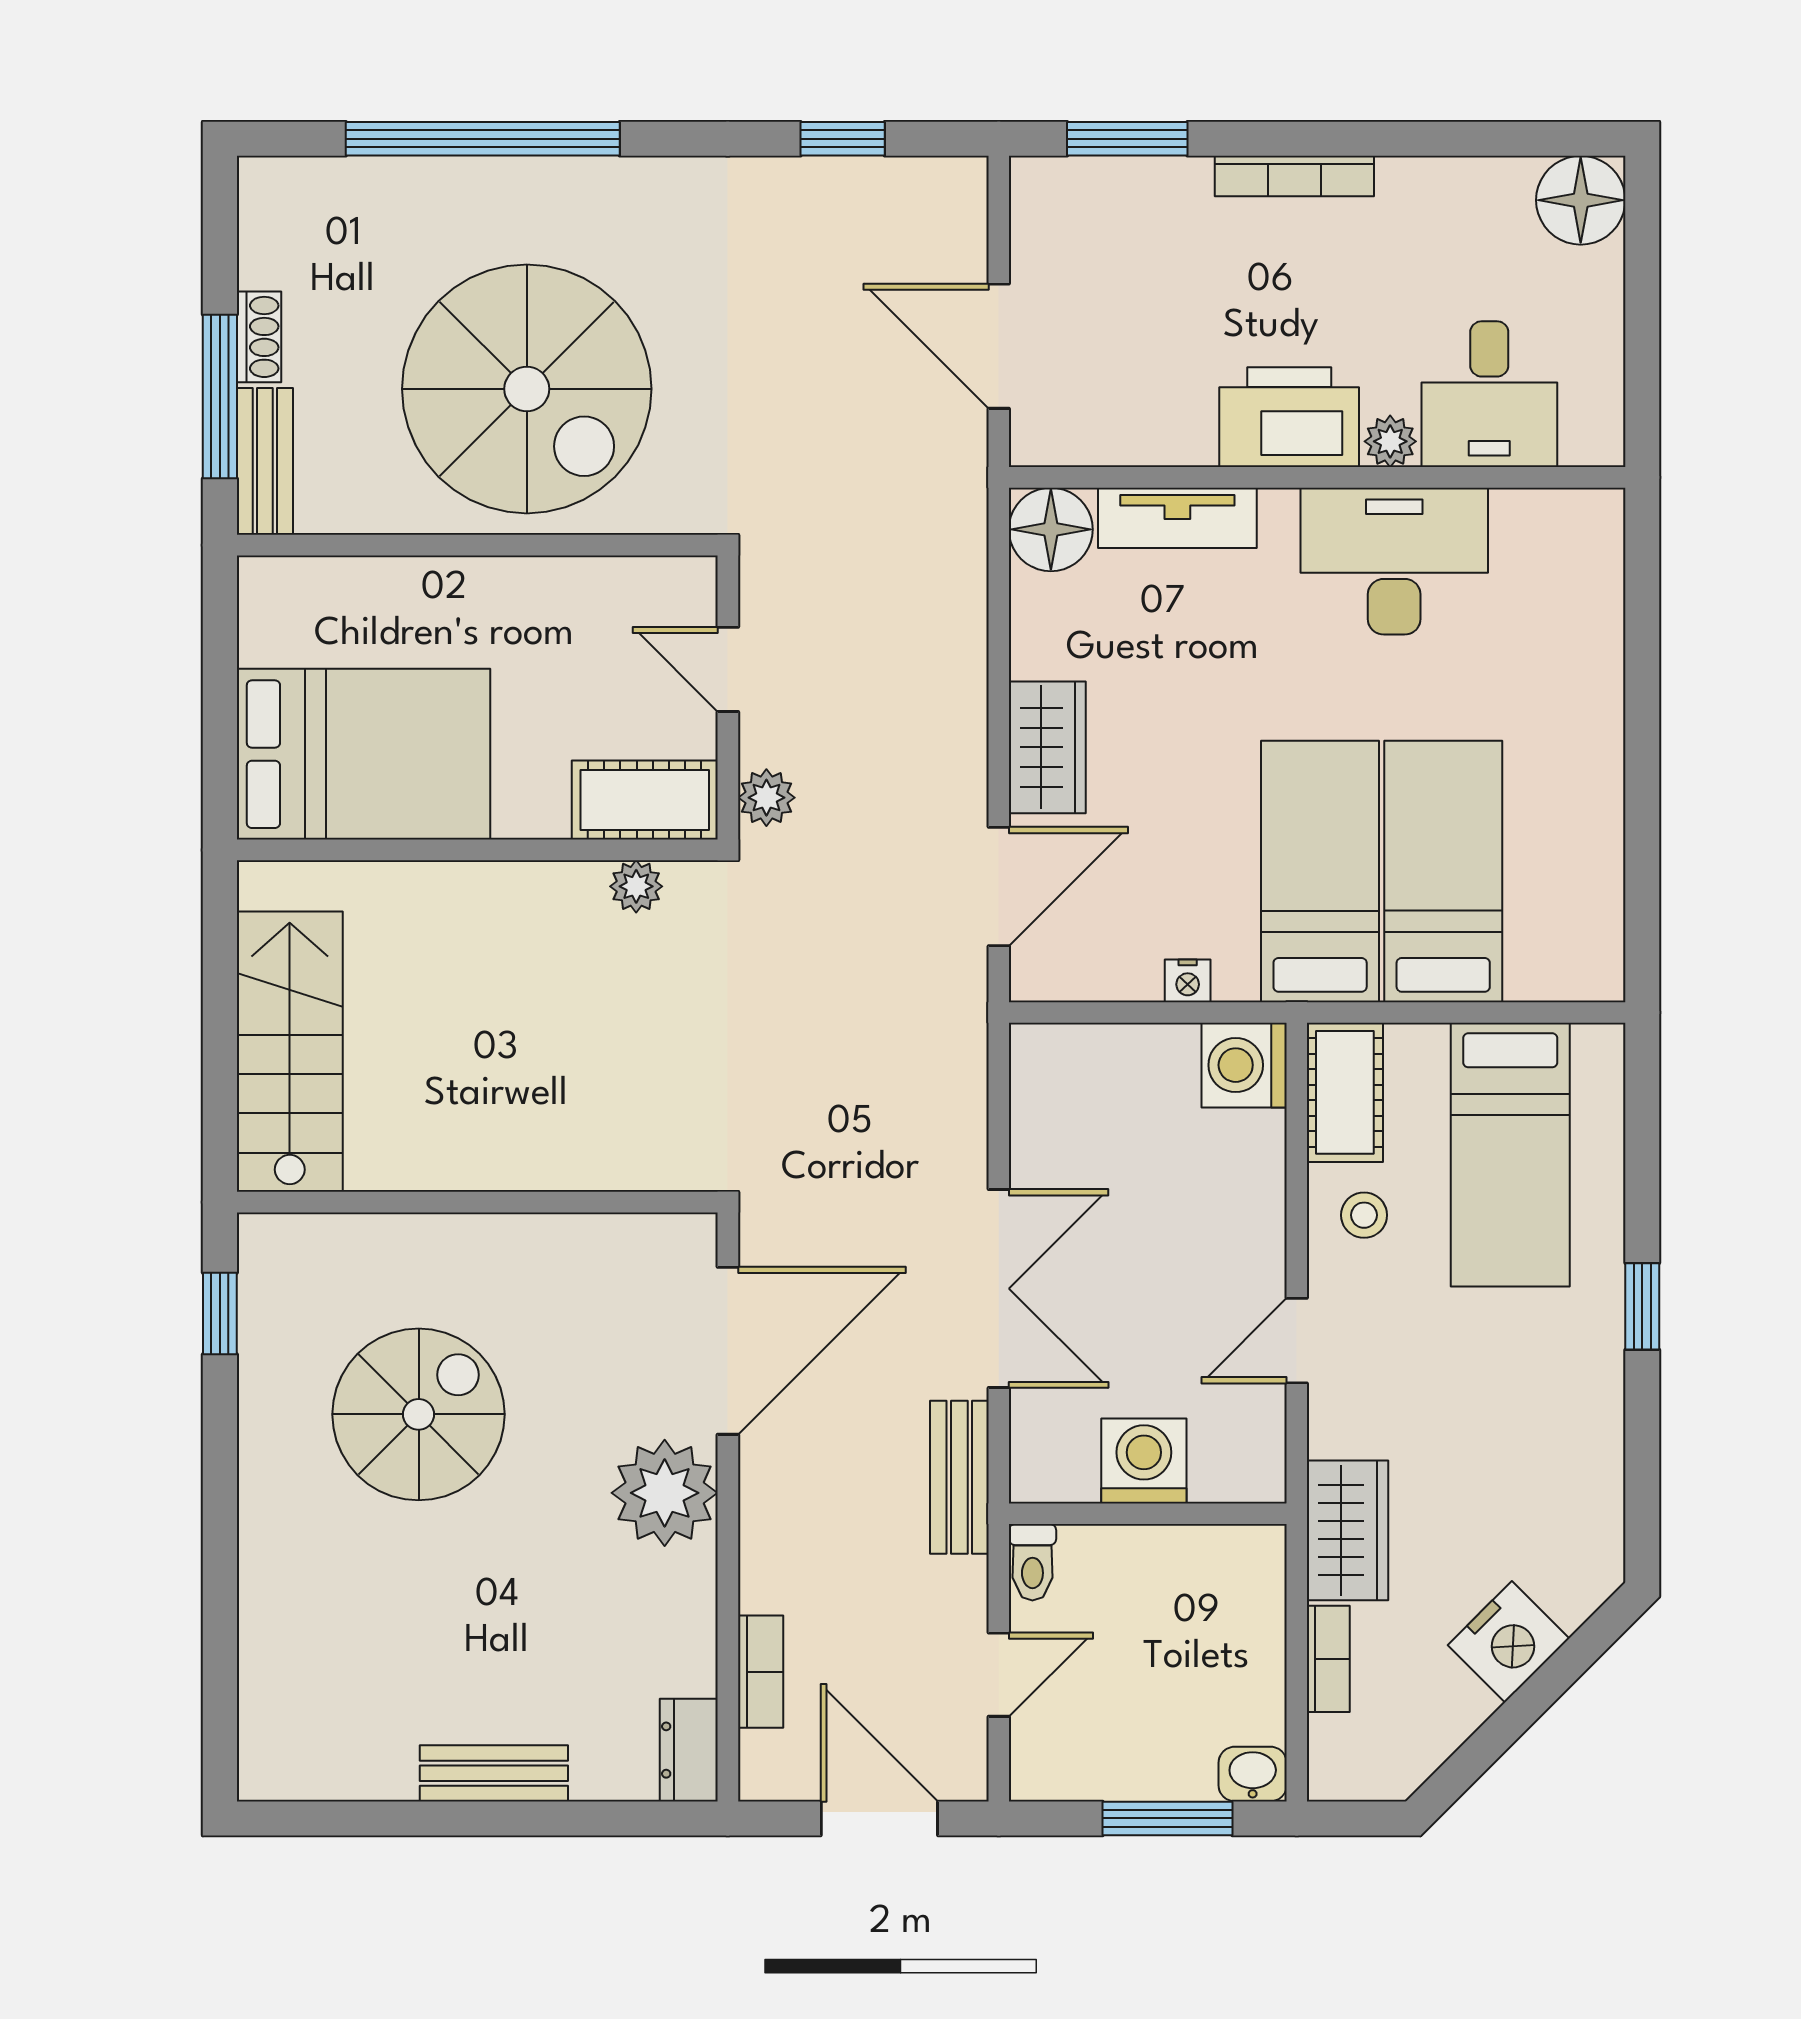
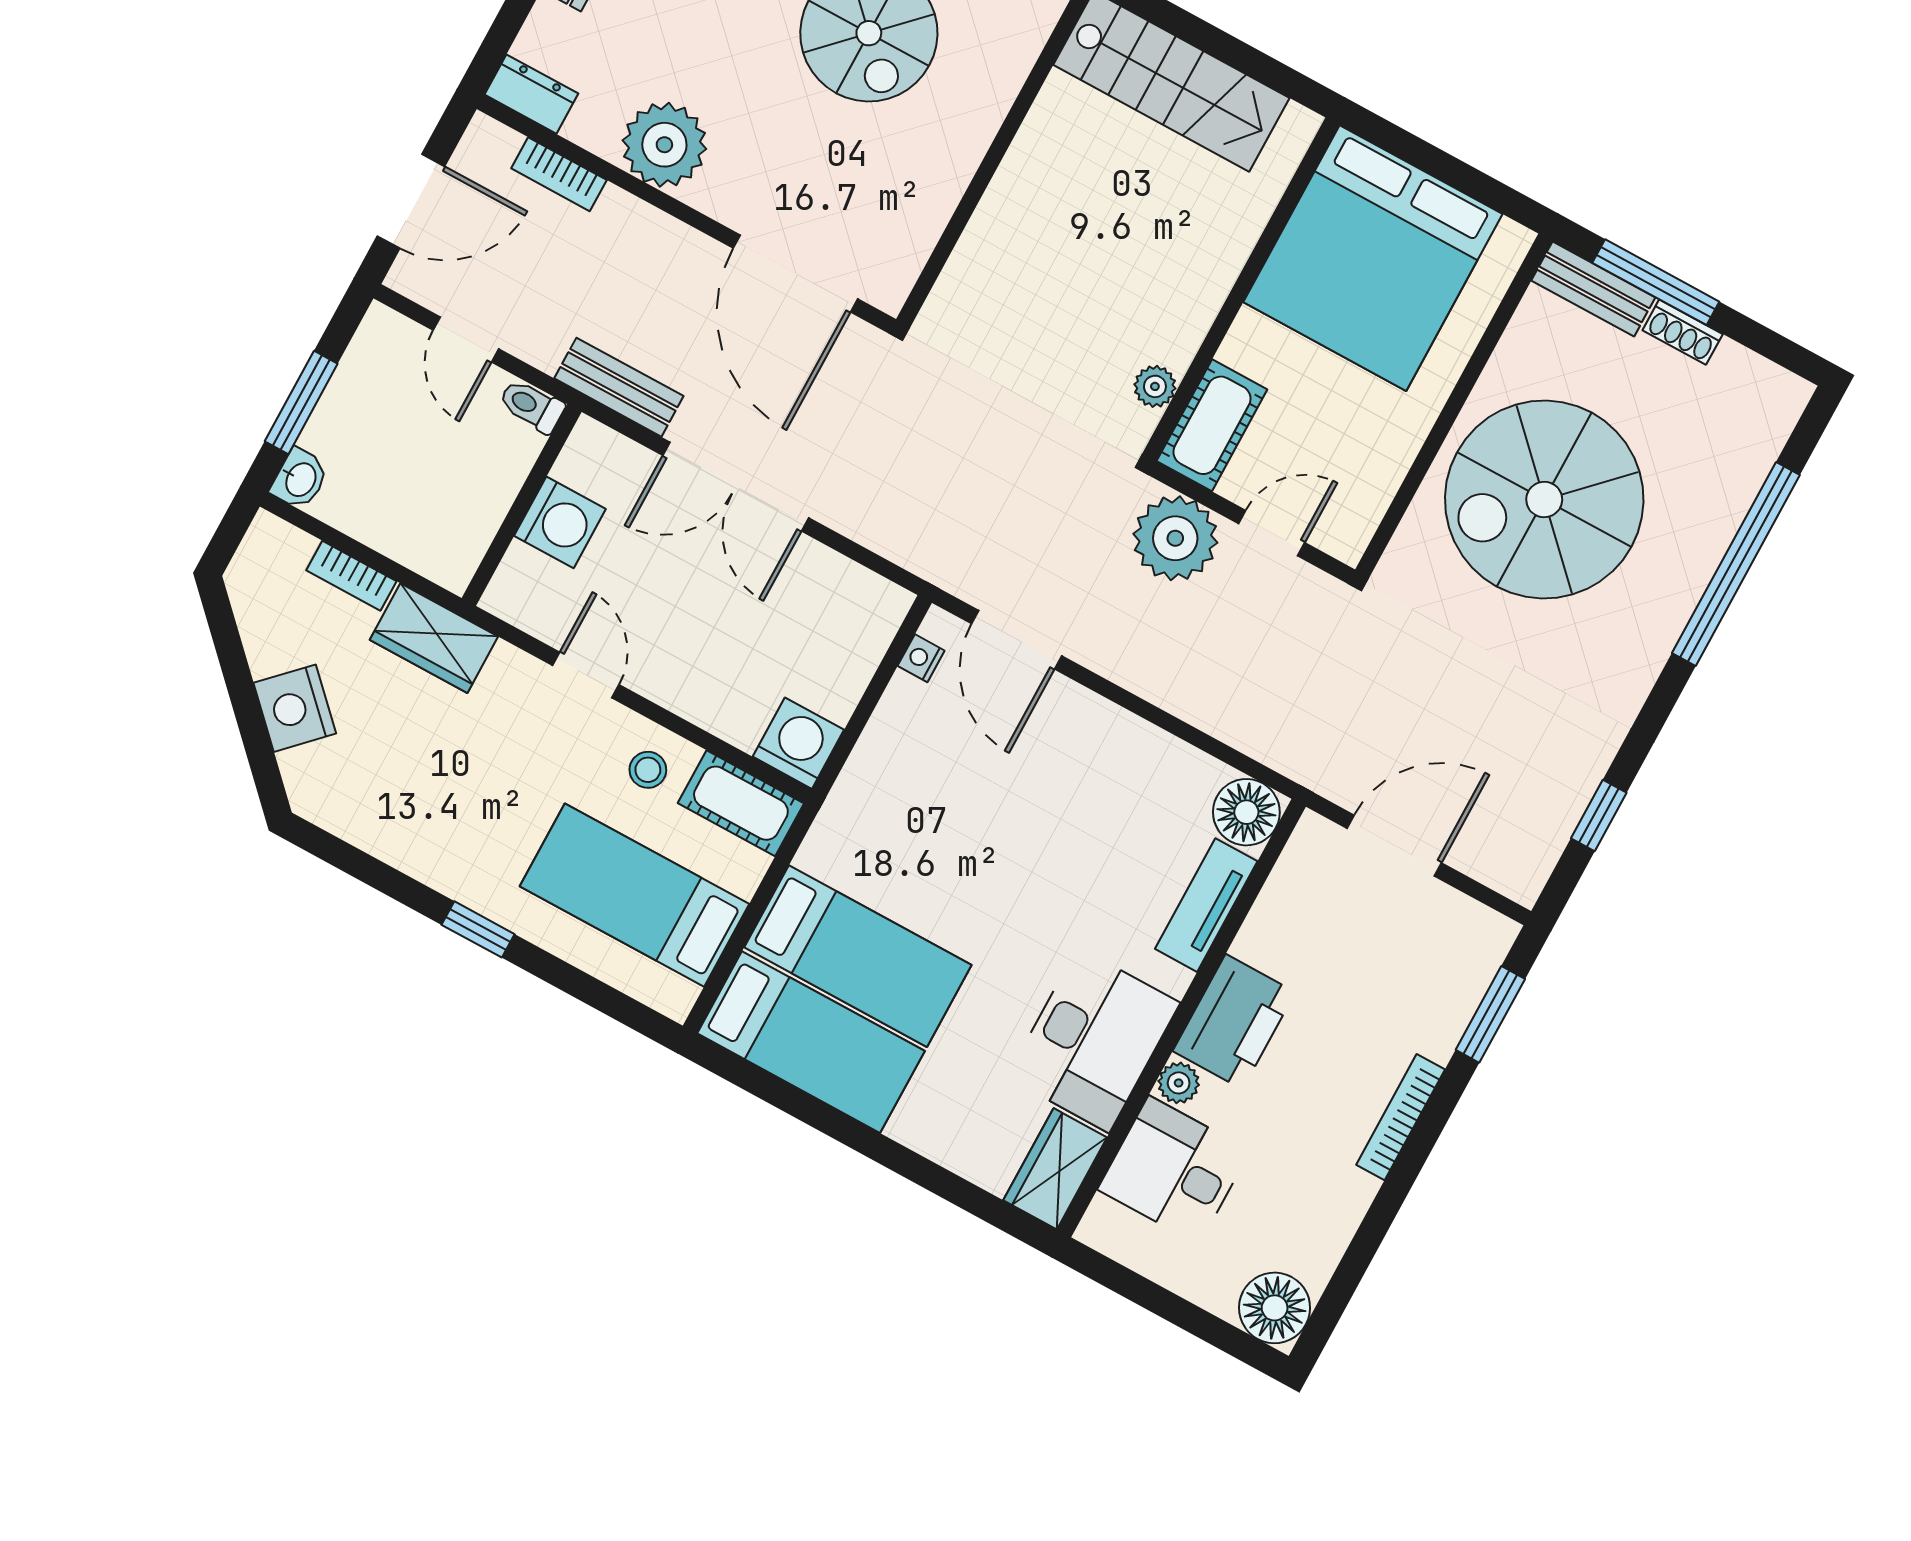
wardrobe: (1047, 747) -> (1055, 1169), moved, turned 90
bed: (364, 754) -> (1373, 258), width x1.36
plant: (766, 798) -> (1175, 538), width x1.87, depth x1.87
bed: (1320, 871) -> (811, 1042), moved
nightstand: (1188, 981) -> (921, 658), moved
plant: (665, 1493) -> (664, 145), moved

